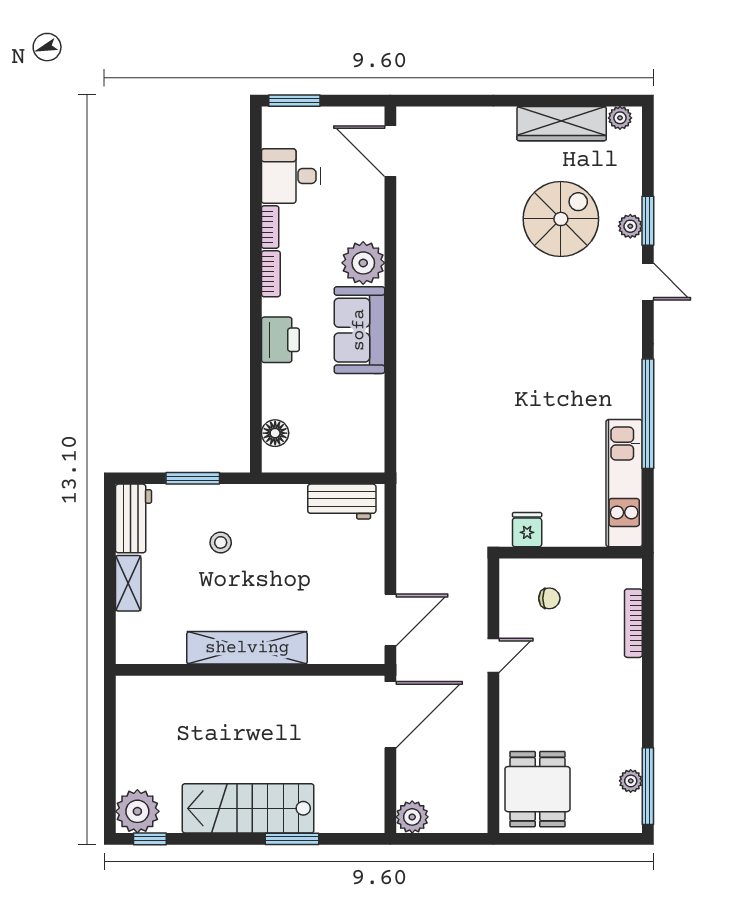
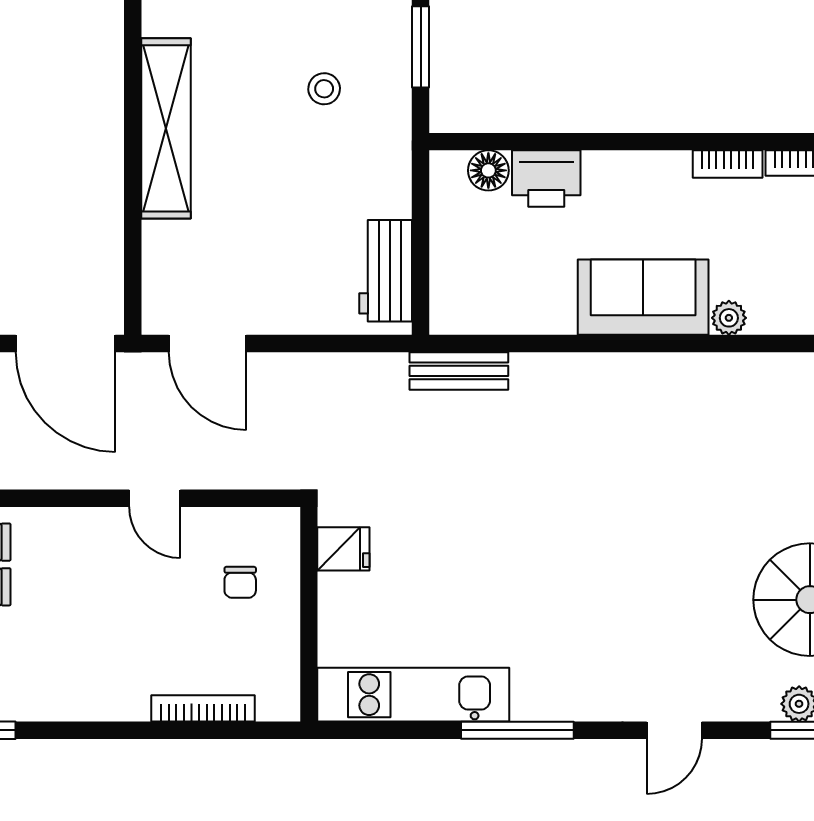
plant: (363, 263) -> (729, 318), width x0.53, depth x0.53
door: (648, 282) -> (674, 730), moved
printer: (280, 340) -> (546, 178), moved
window: (648, 414) -> (517, 730), width x0.68
bench: (409, 453) -> (459, 371), added

